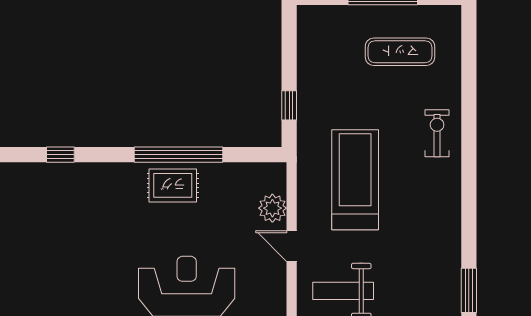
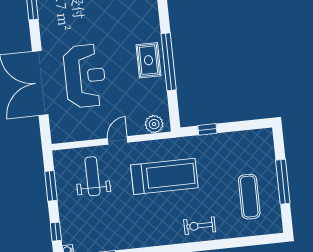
exercise bike: (437, 133) -> (200, 226), turned 180
plant: (272, 208) -> (154, 124), moved

